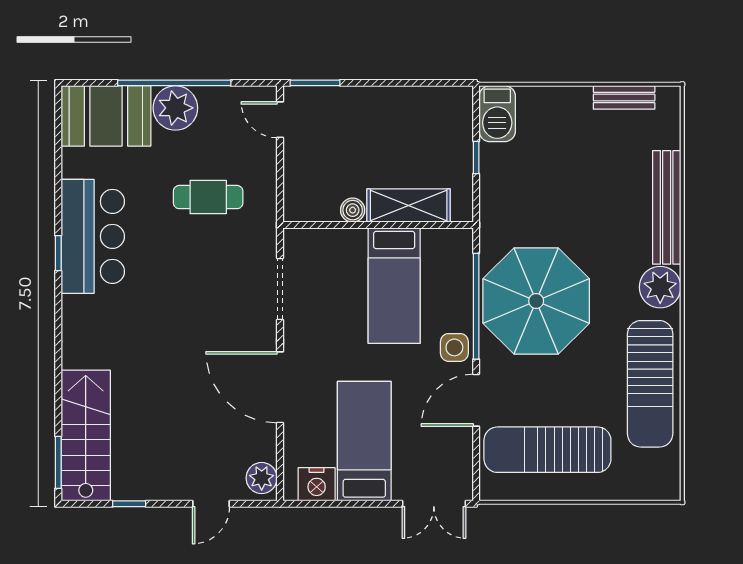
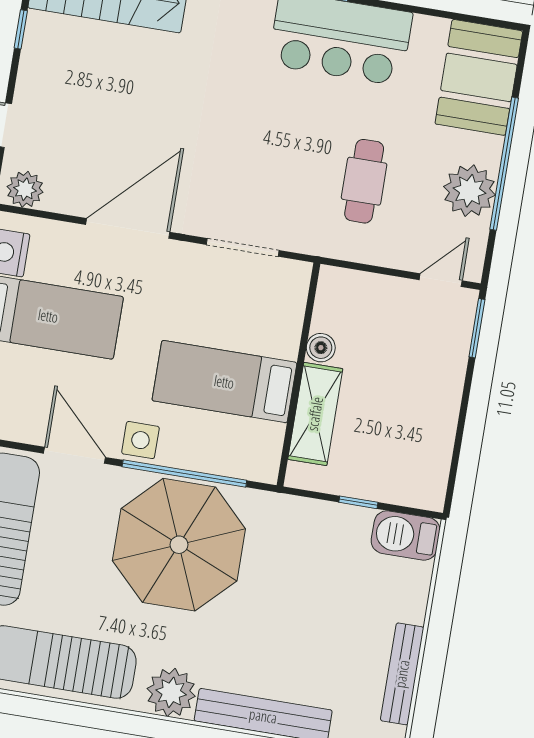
bench: (624, 97) -> (402, 674), width x1.36
plant: (175, 108) -> (470, 191), moved

